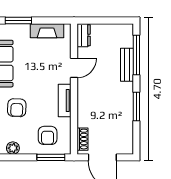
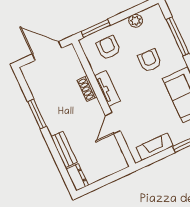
dresser: (84, 35) -> (77, 177), moved, turned 180
window: (136, 55) -> (60, 163), removed
shoe rack: (83, 139) -> (87, 89), moved

